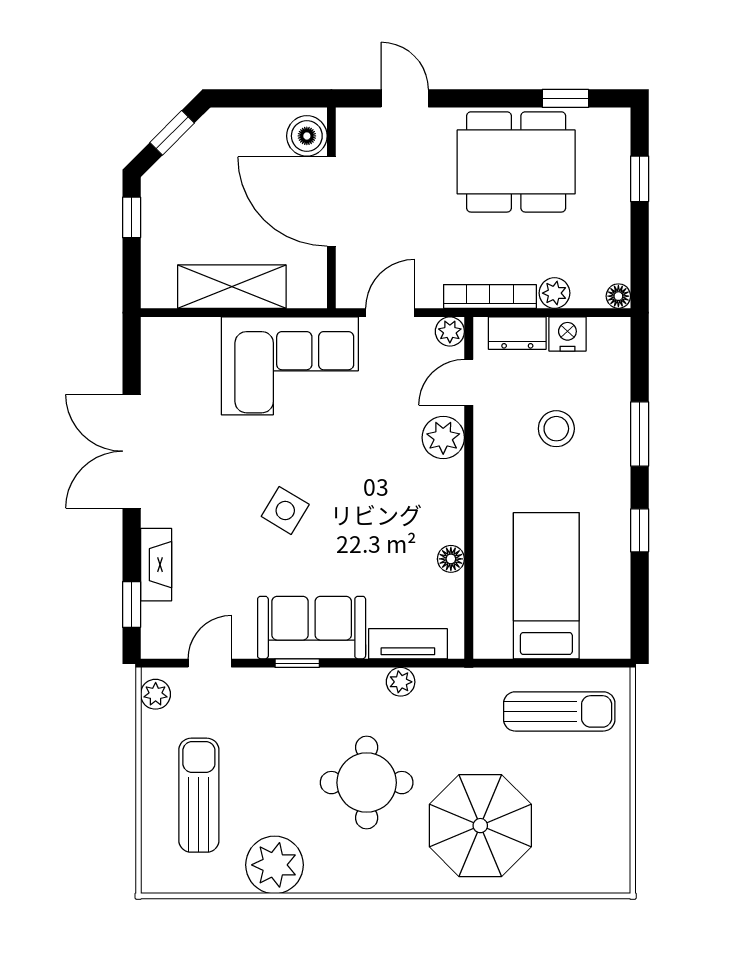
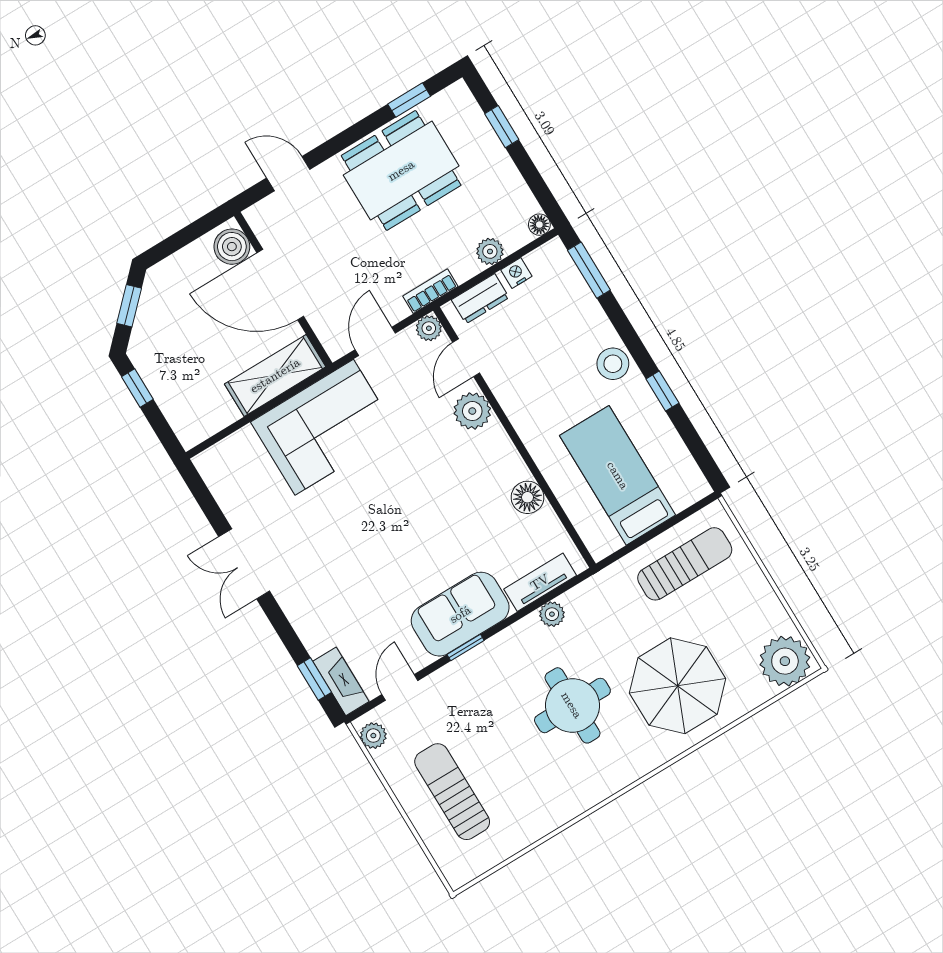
shelving: (232, 287) -> (275, 375), moved
bookcase: (490, 296) -> (430, 291), width x0.64
nightstand: (567, 334) -> (516, 273), width x0.72, depth x0.74
stool: (556, 429) -> (613, 364), moved
window: (640, 434) -> (589, 270), moved
double door: (132, 451) -> (244, 564), width x0.73
side table: (285, 510) -> (387, 538), removed
floor lamp: (451, 559) -> (528, 497), width x1.37, depth x1.37
fireplace: (156, 565) -> (341, 681), moved
plant: (275, 865) -> (785, 661), moved

